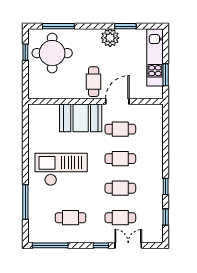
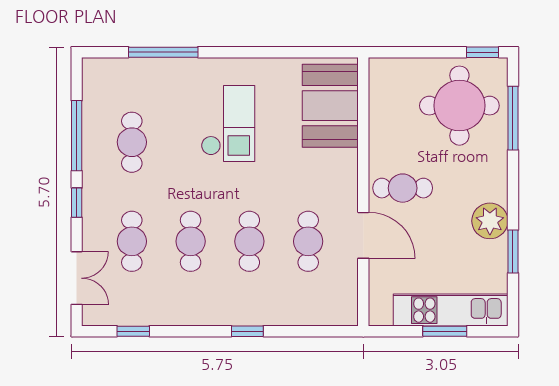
window: (25, 52) -> (483, 52), moved
window: (166, 75) -> (445, 331), moved
booth: (81, 118) -> (330, 106), moved
checkout: (61, 169) -> (228, 123), width x0.73, depth x0.83
window: (166, 186) -> (247, 331), moved
window: (50, 245) -> (77, 136), moved
double door: (128, 245) -> (77, 278), moved

